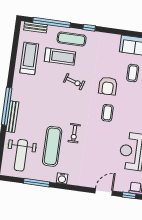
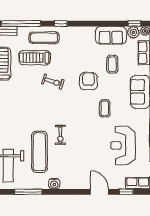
treadmill: (60, 57) -> (35, 58), turned 180
armchair: (108, 86) -> (88, 81), turned 180
coffee table: (107, 113) -> (105, 108), moved
door: (104, 192) -> (99, 192), hinge flipped

